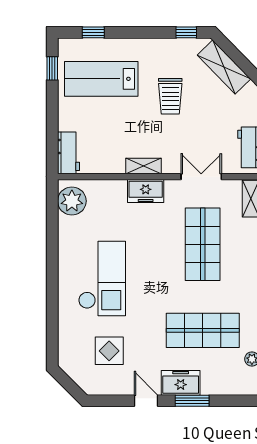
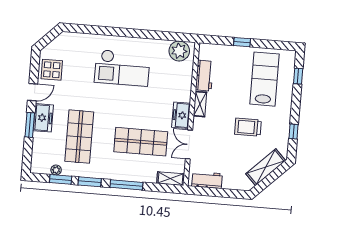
window: (186, 32) -> (294, 131), moved
window: (52, 68) -> (242, 42), moved
workbench: (69, 153) -> (204, 76), moved, turned -90
double door: (201, 177) -> (189, 145), swing flipped
freezer: (146, 191) -> (181, 115), moved
display table: (109, 351) -> (52, 70), moved

